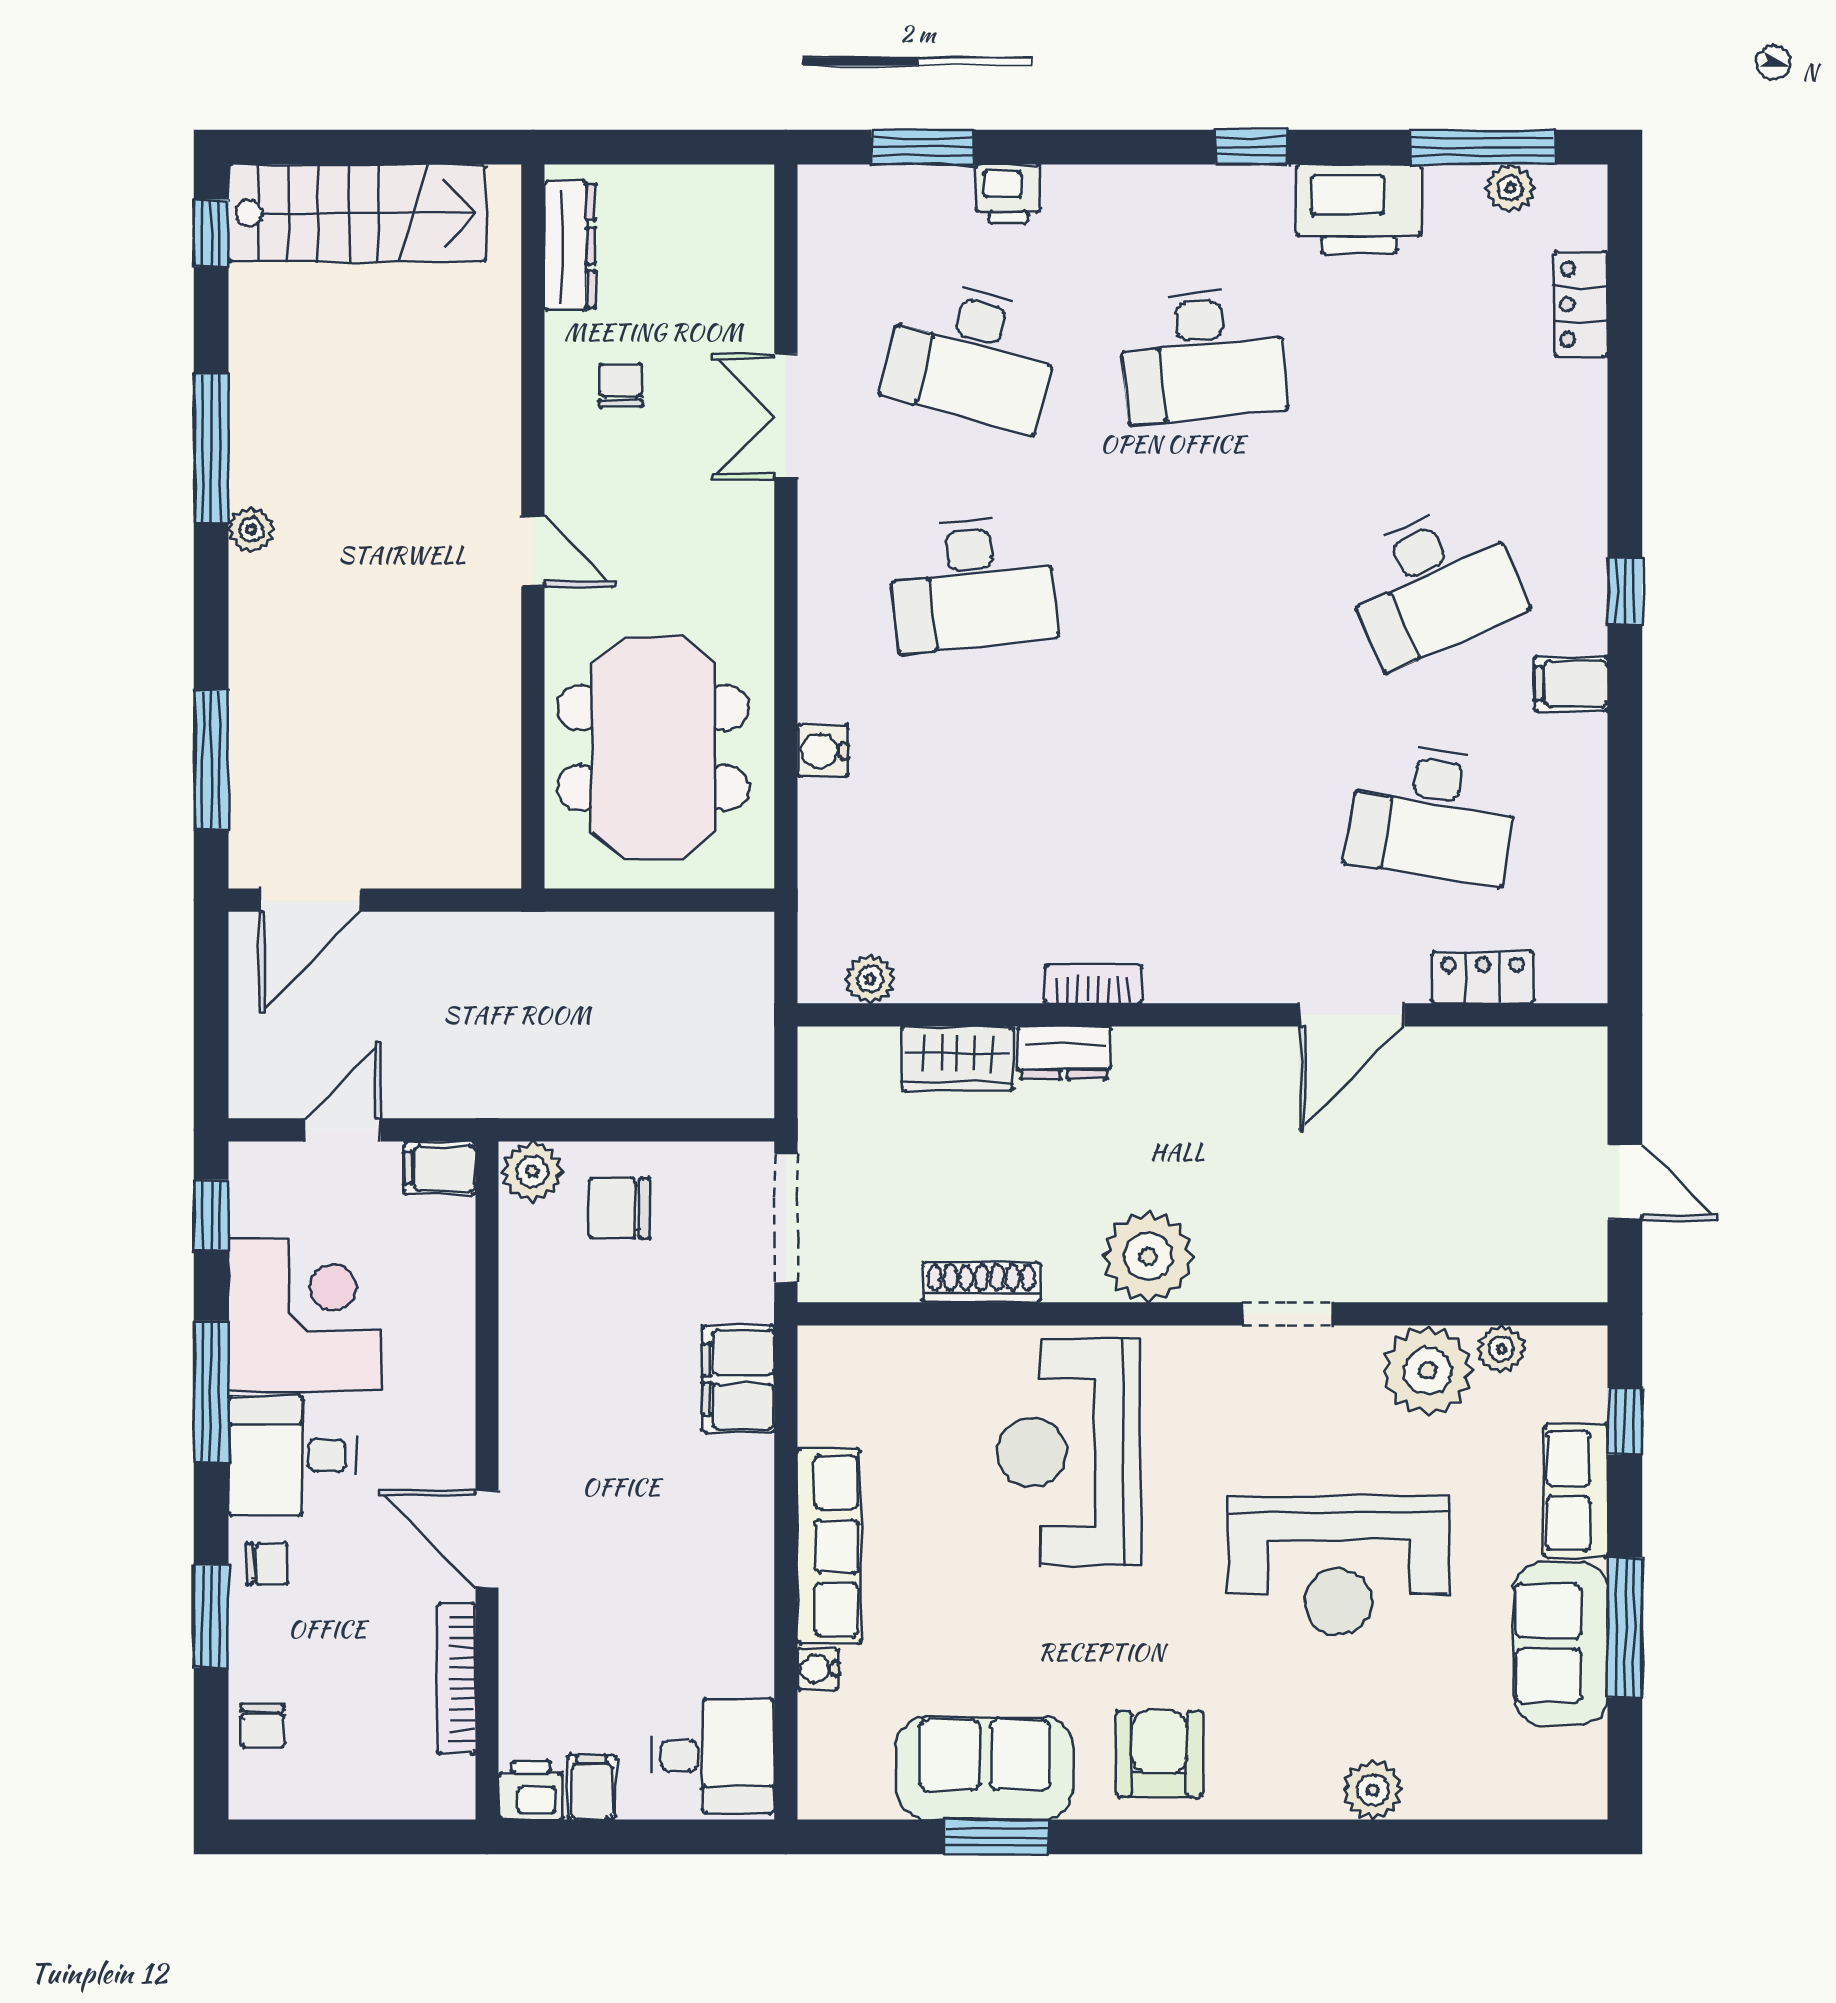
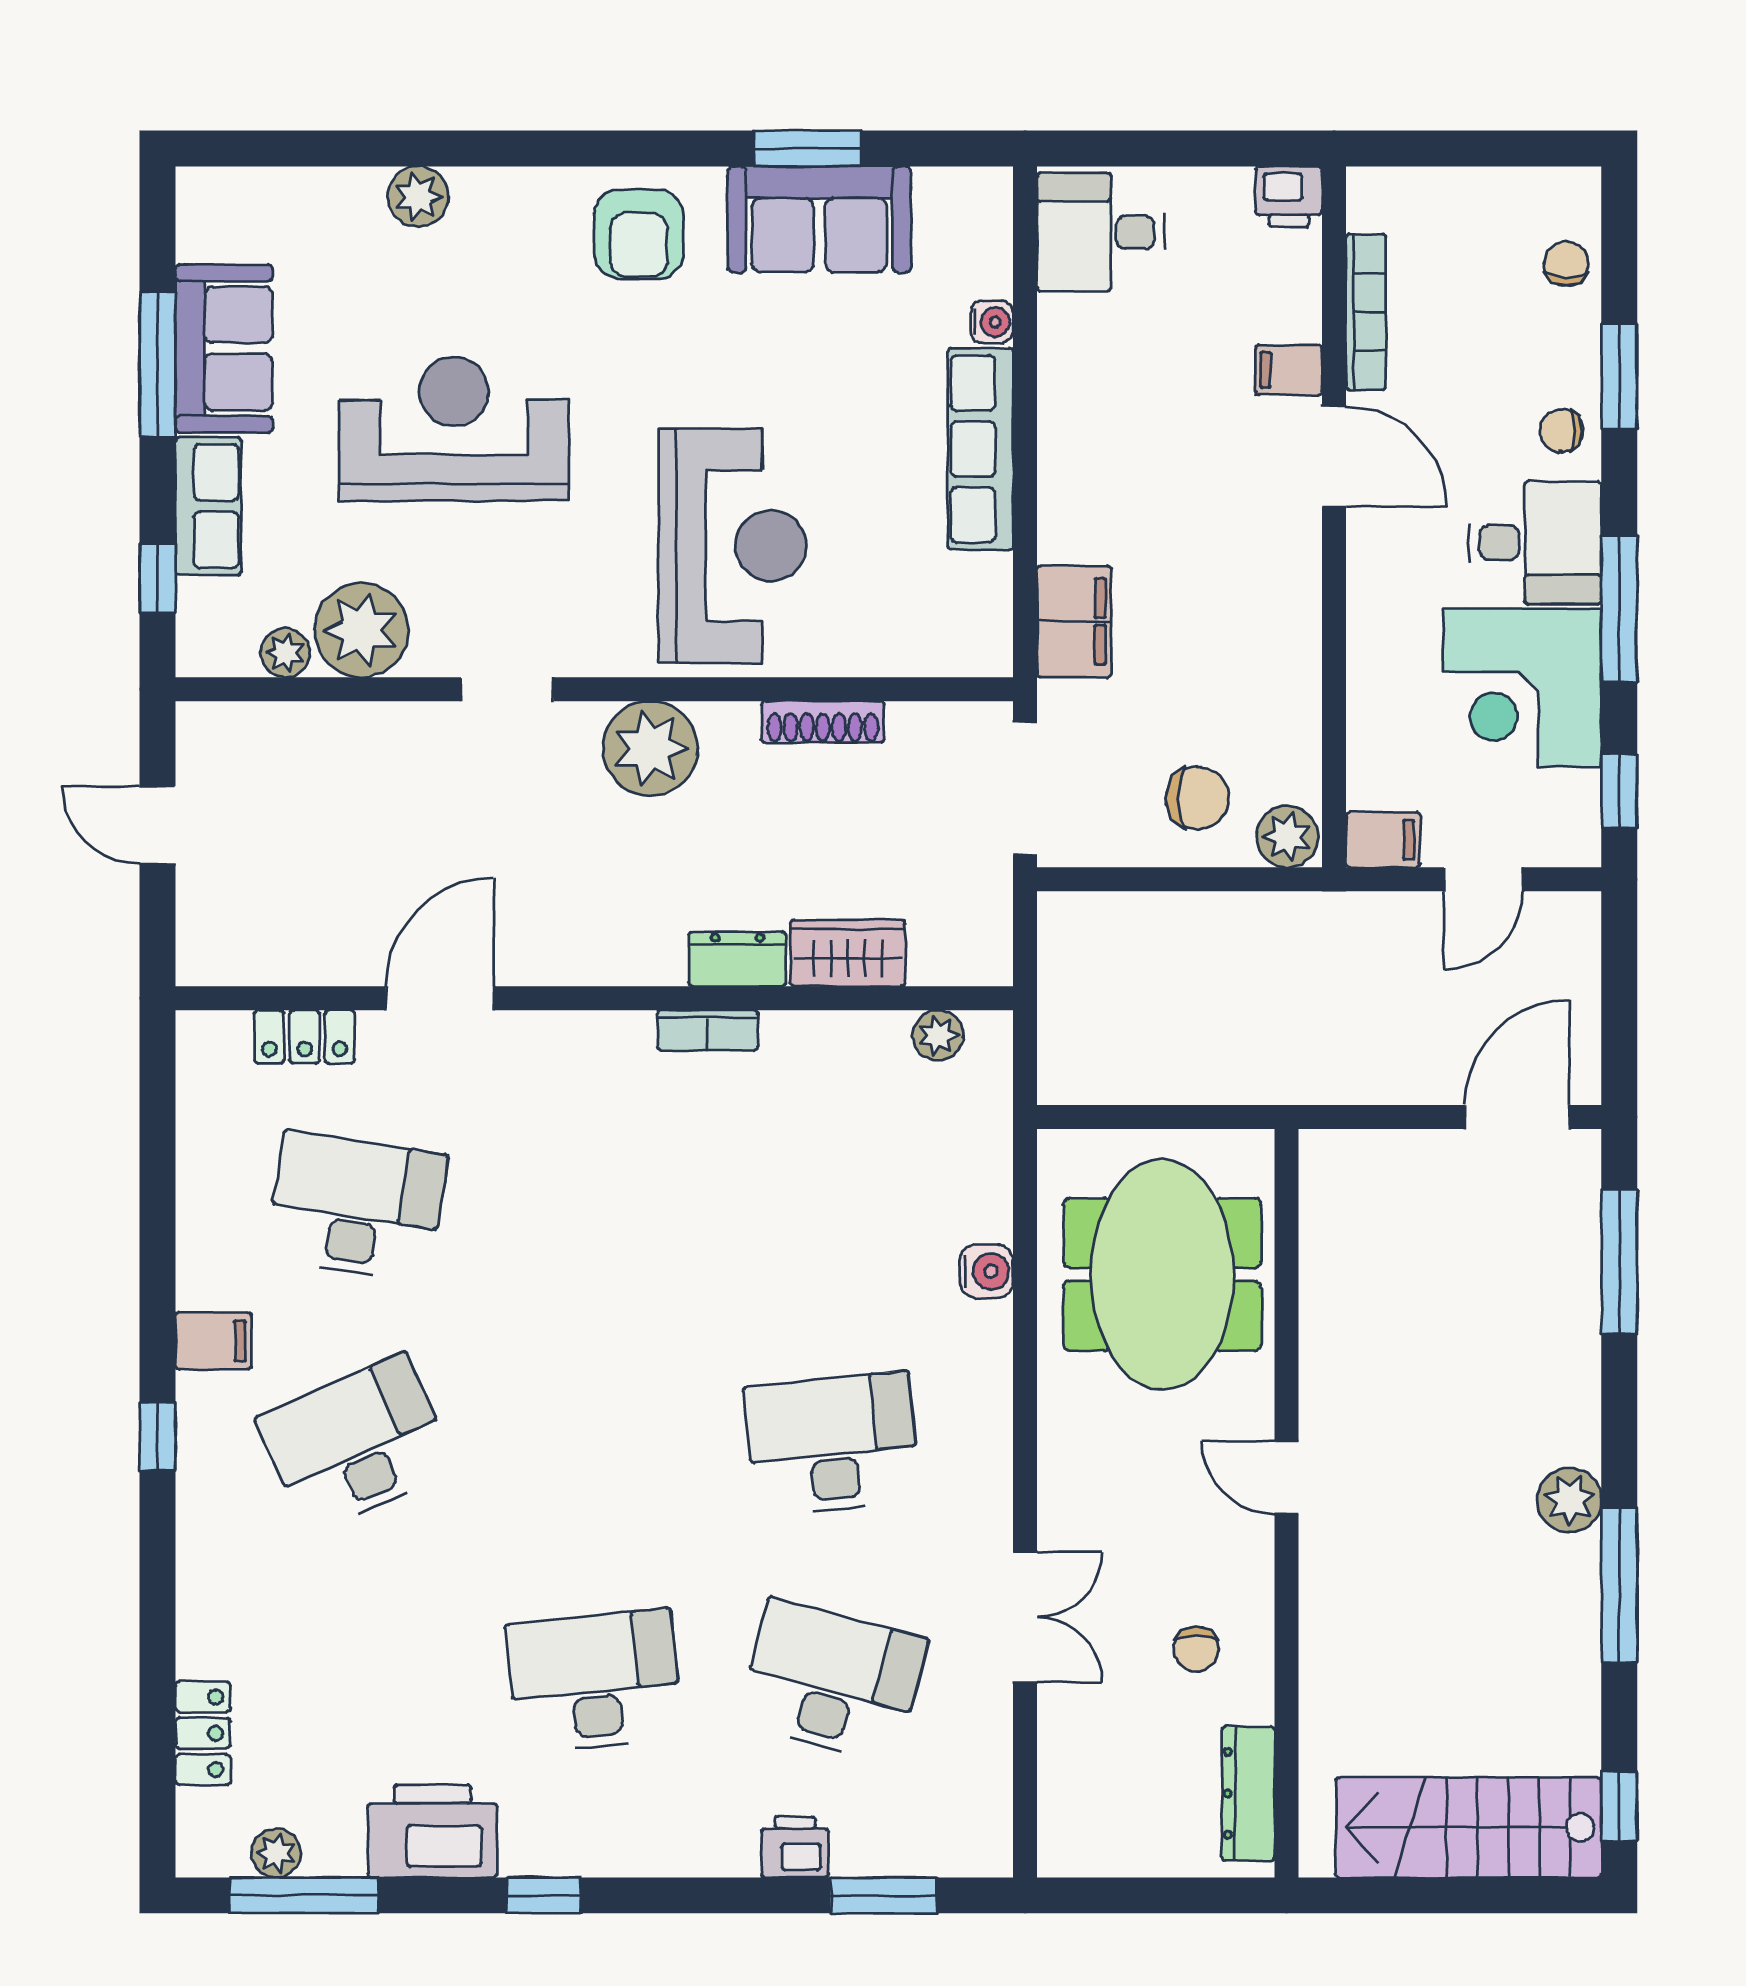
plant: (251, 530) -> (1569, 1500), width x1.38, depth x1.38
filing cabinet: (592, 1787) -> (1289, 370), moved, turned 90

